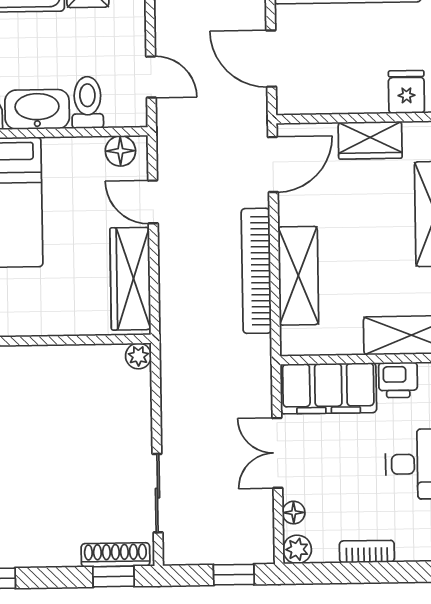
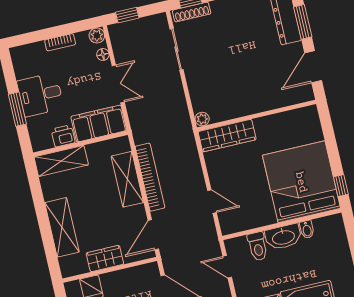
floor lamp: (120, 151) -> (235, 225), removed
wardrobe: (130, 279) -> (227, 136), moved, turned 90

